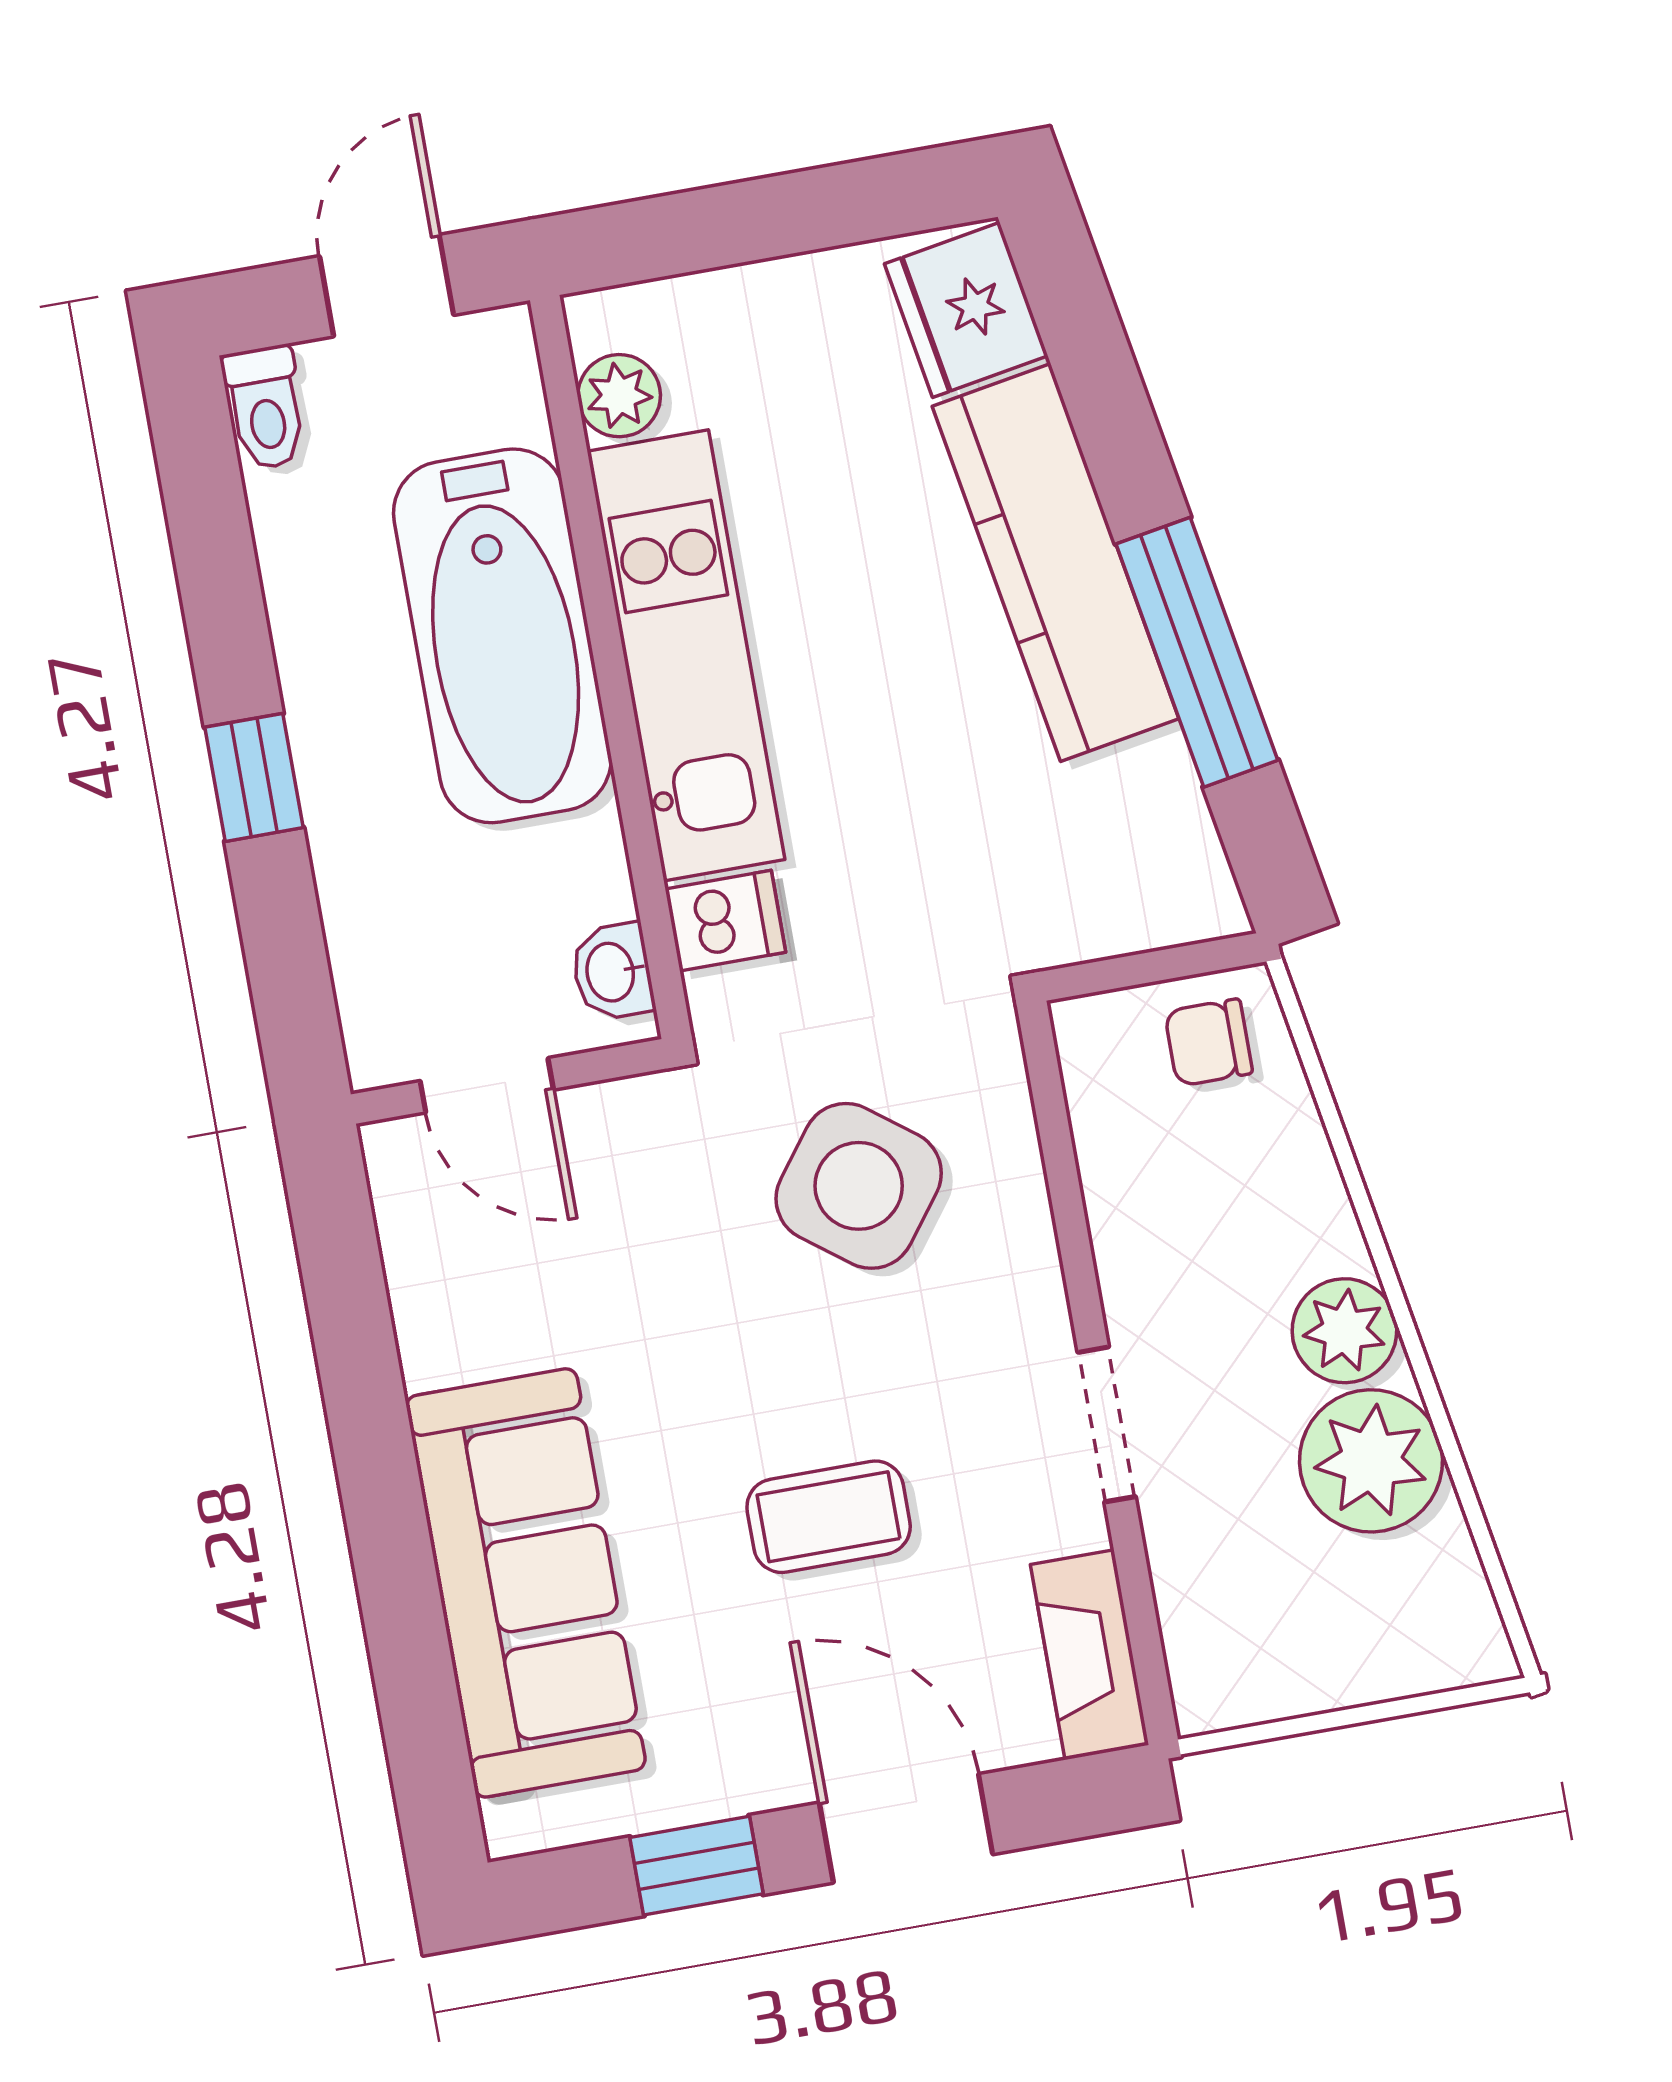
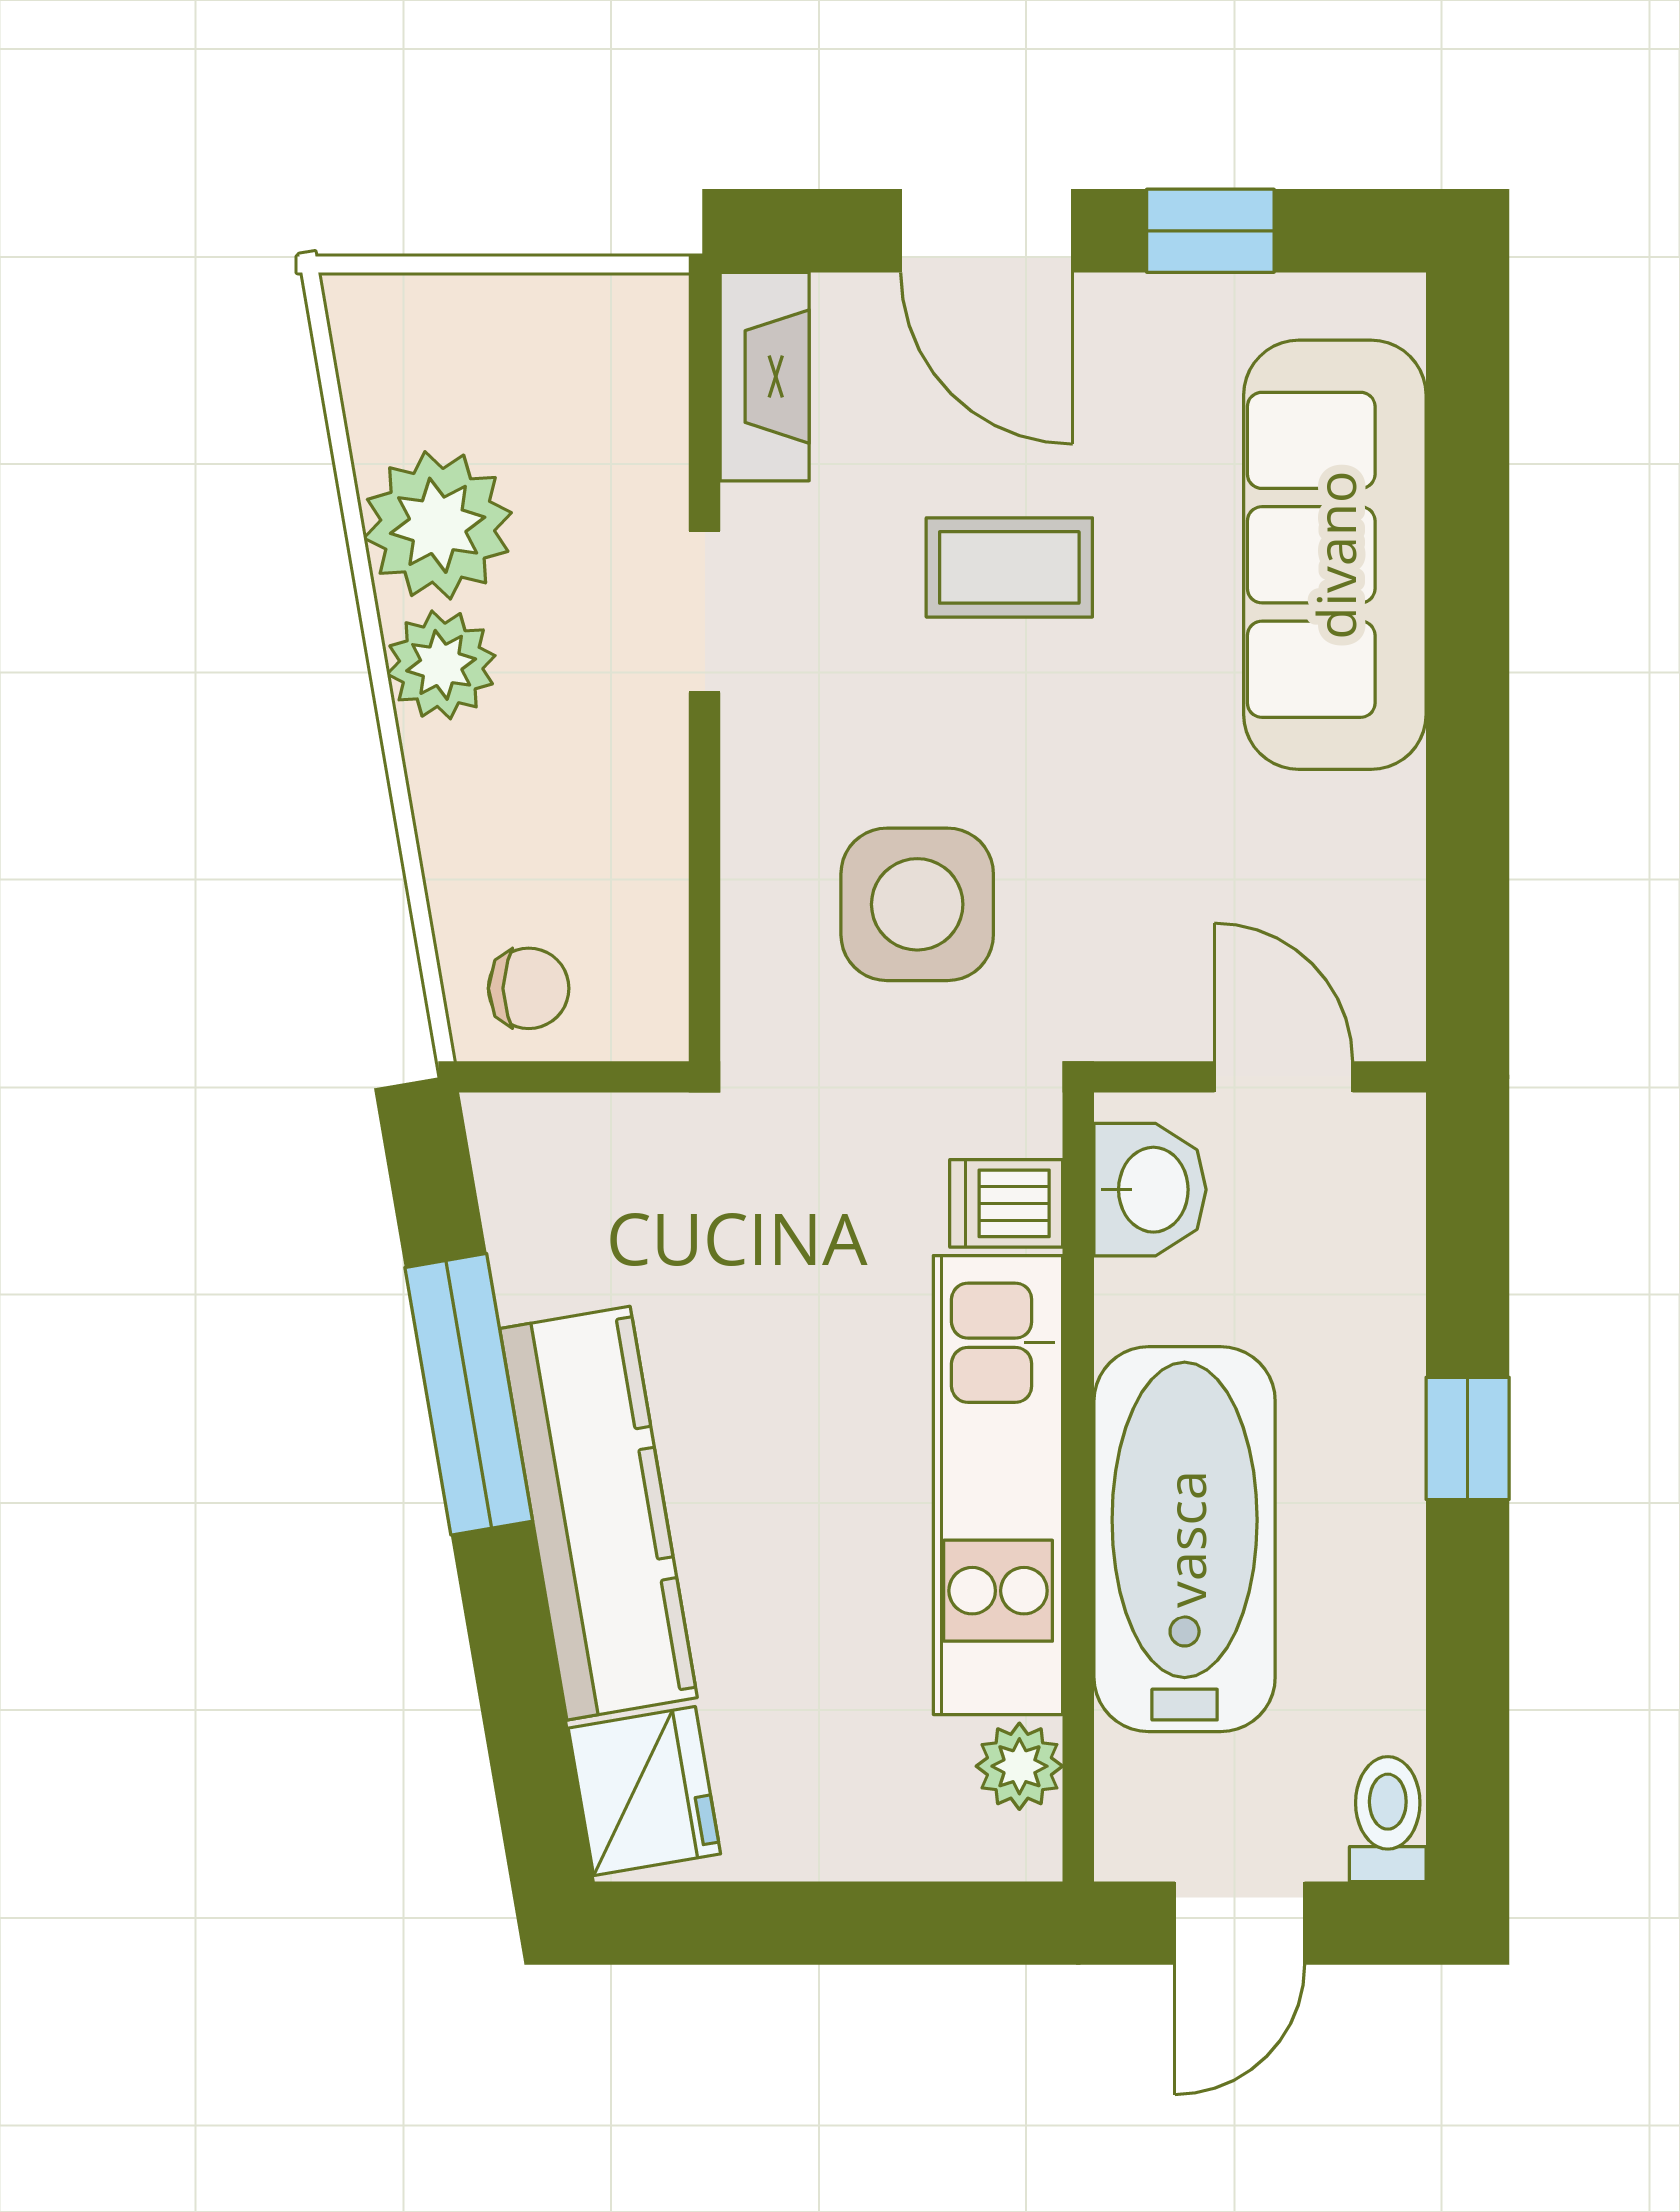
washbasin: (612, 972) -> (1150, 1190), width x1.38, depth x1.45
side table: (859, 1186) -> (917, 904), turned -37

